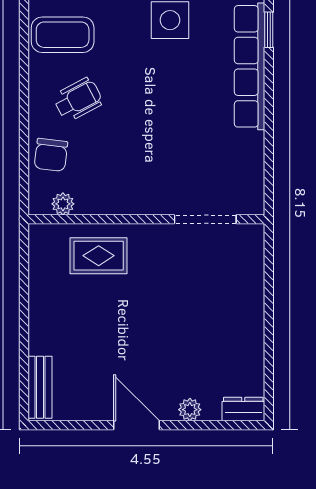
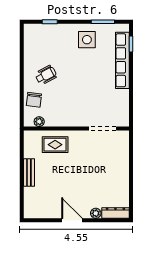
coffee table: (63, 35) -> (39, 46), removed
bench: (40, 387) -> (29, 173), moved
dresser: (243, 409) -> (115, 213), width x1.44

